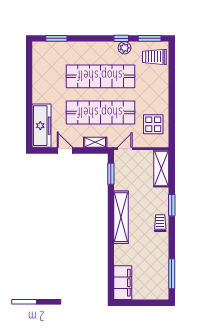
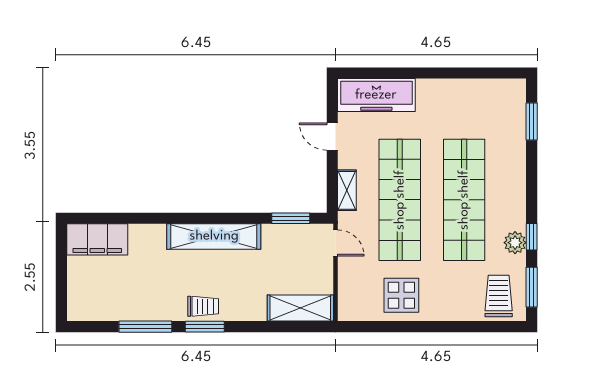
display table: (153, 124) -> (401, 295), moved
door: (65, 150) -> (332, 137), swing flipped
window: (172, 205) -> (205, 327), moved
window: (172, 274) -> (145, 327), moved

